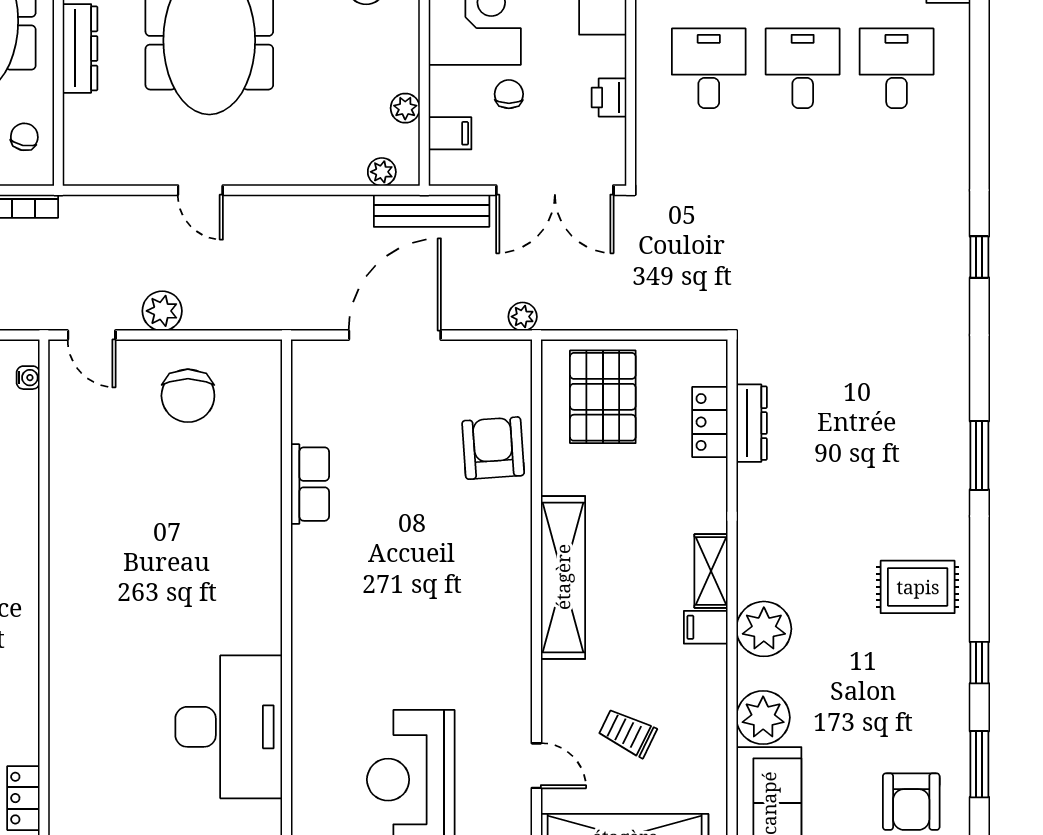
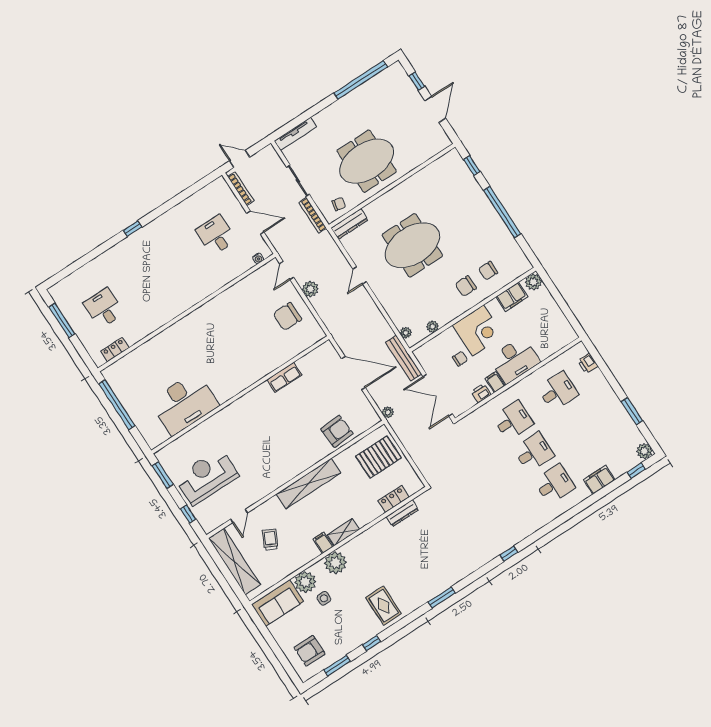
dresser: (80, 48) -> (350, 224), moved
filing cabinet: (450, 133) -> (495, 382), moved, turned 180
side table: (822, 701) -> (324, 598), added

